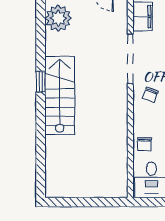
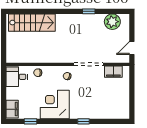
window: (41, 82) -> (89, 11), moved
stairs: (60, 95) -> (32, 23), moved

